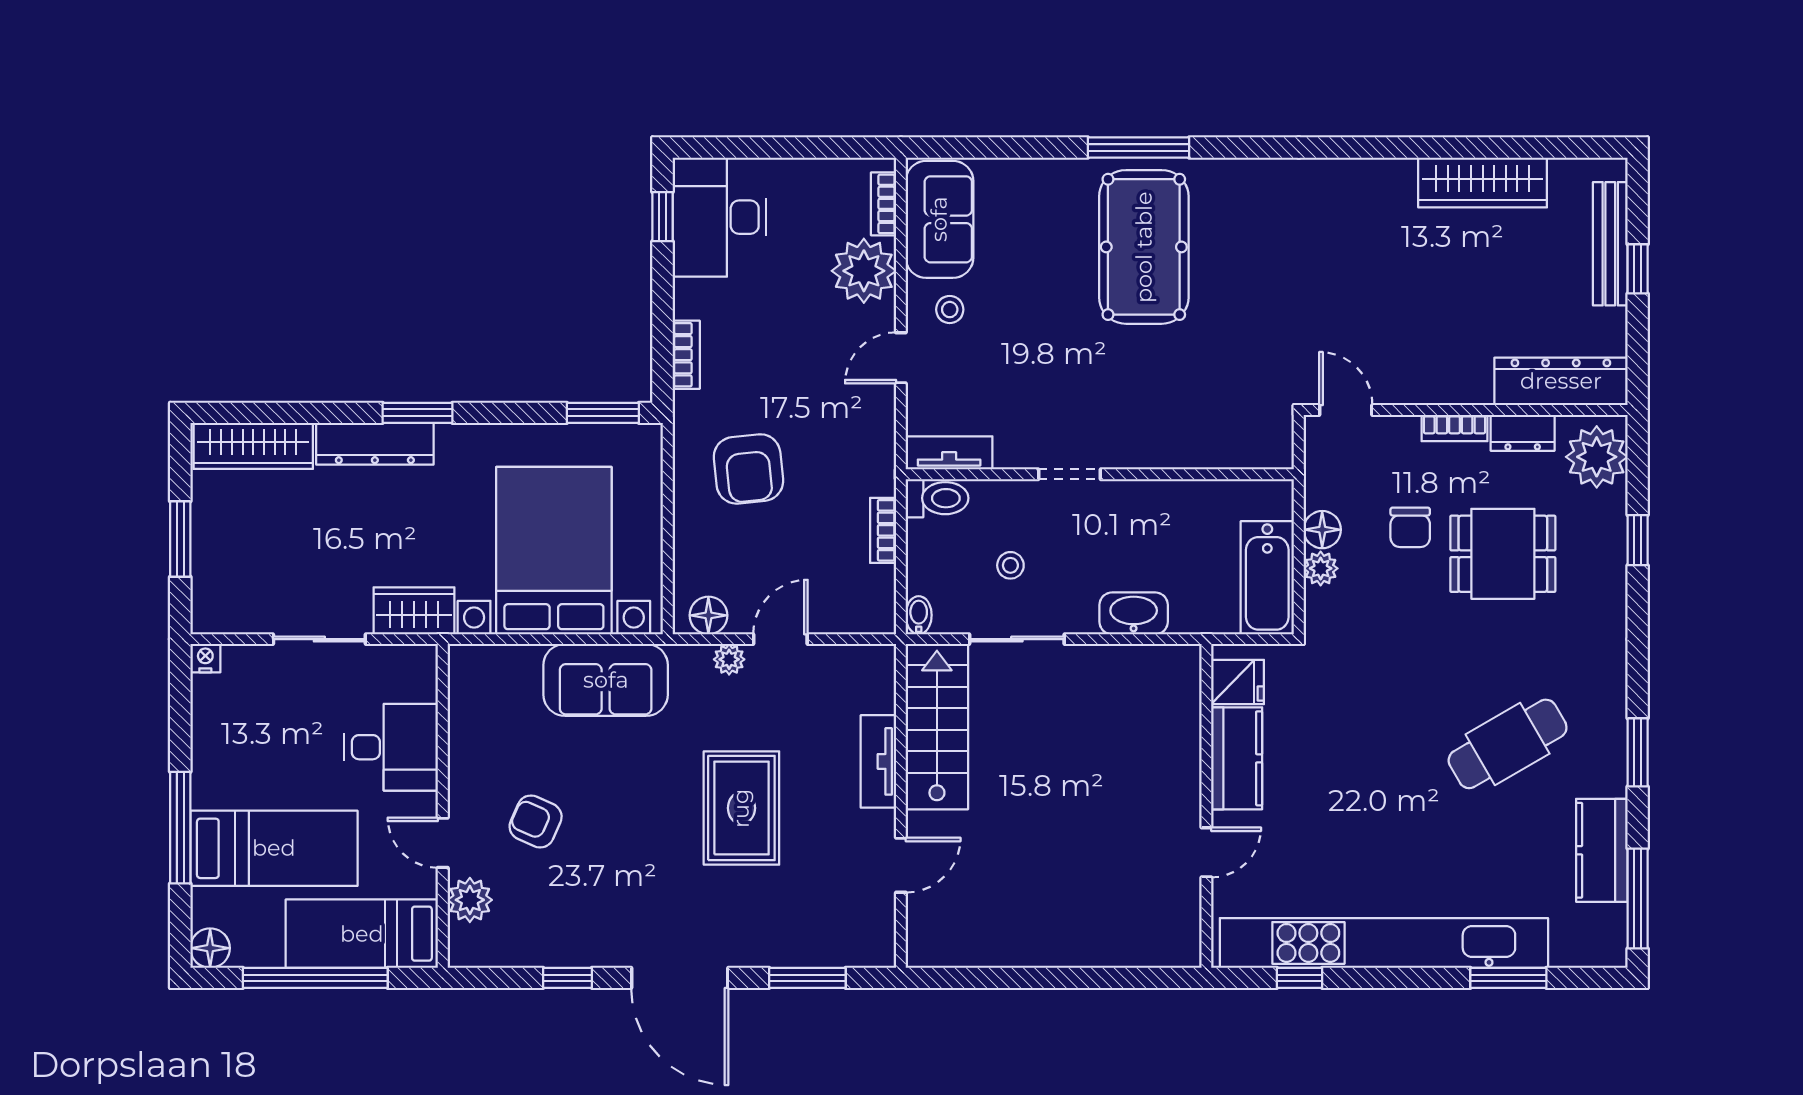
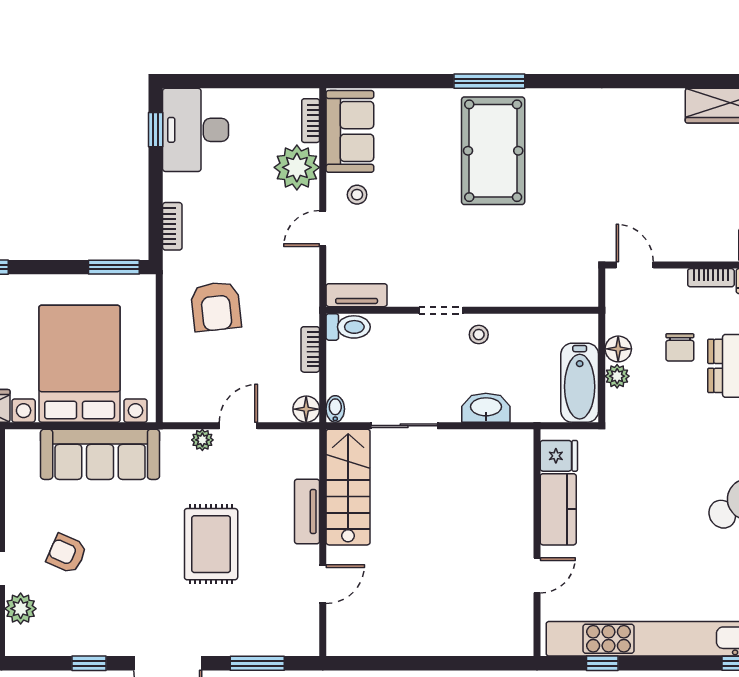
stool: (1010, 565) -> (479, 335), moved
floor lamp: (708, 615) -> (306, 409), moved
sofa: (606, 680) -> (100, 454), width x1.36

